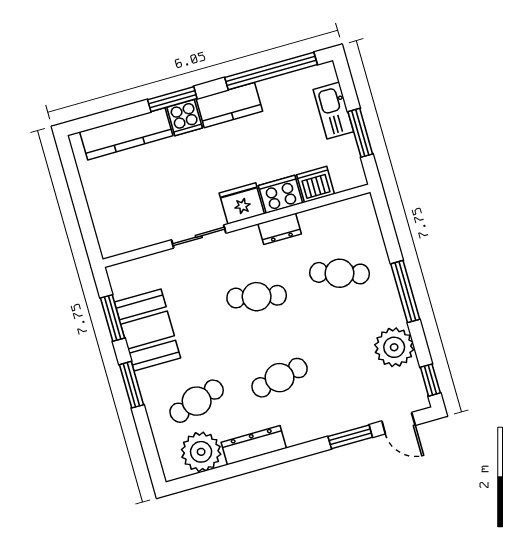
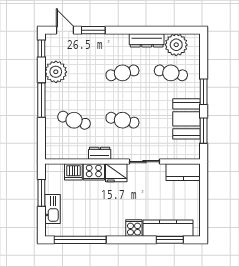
window: (172, 99) -> (170, 240), moved
kitchen counter: (229, 105) -> (183, 172), moved, turned 180
cafe table: (197, 401) -> (171, 73), turned 30

